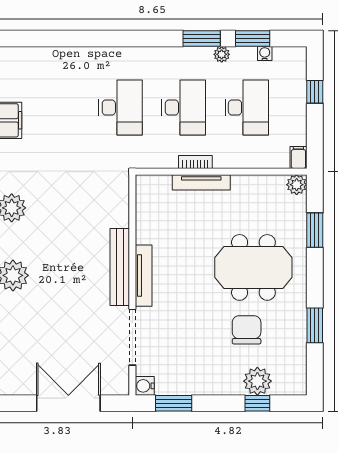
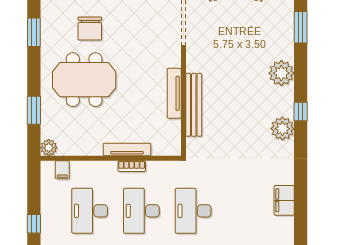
filing cabinet: (298, 157) -> (62, 170), moved
bench: (120, 267) -> (194, 105), moved
tv unit: (144, 276) -> (174, 93), moved

